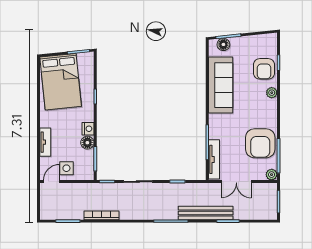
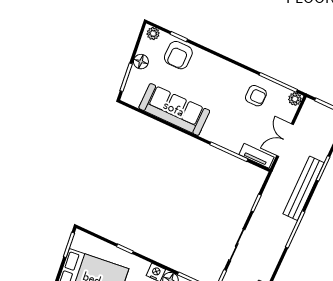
floor lamp: (223, 44) -> (141, 62), moved
armchair: (264, 69) -> (178, 55), turned 90
plant: (272, 93) -> (153, 34), moved
armchair: (260, 143) -> (256, 96), width x0.53, depth x0.53
tv unit: (214, 159) -> (257, 156), width x0.71
double door: (236, 182) -> (285, 140), swing flipped

